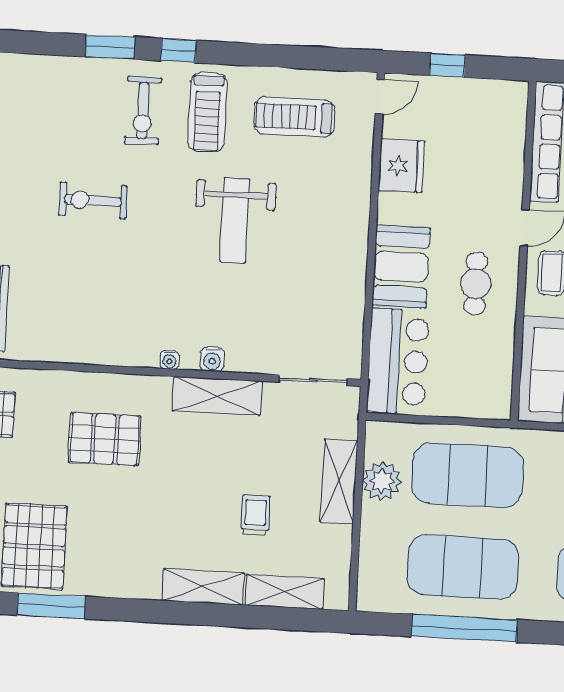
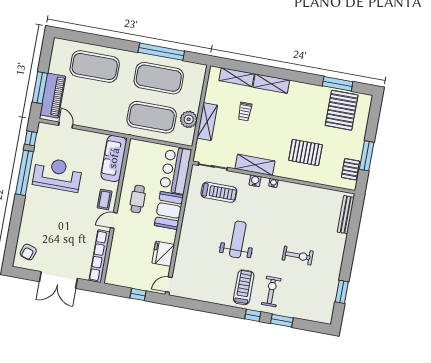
treadmill: (294, 117) -> (219, 192), moved

